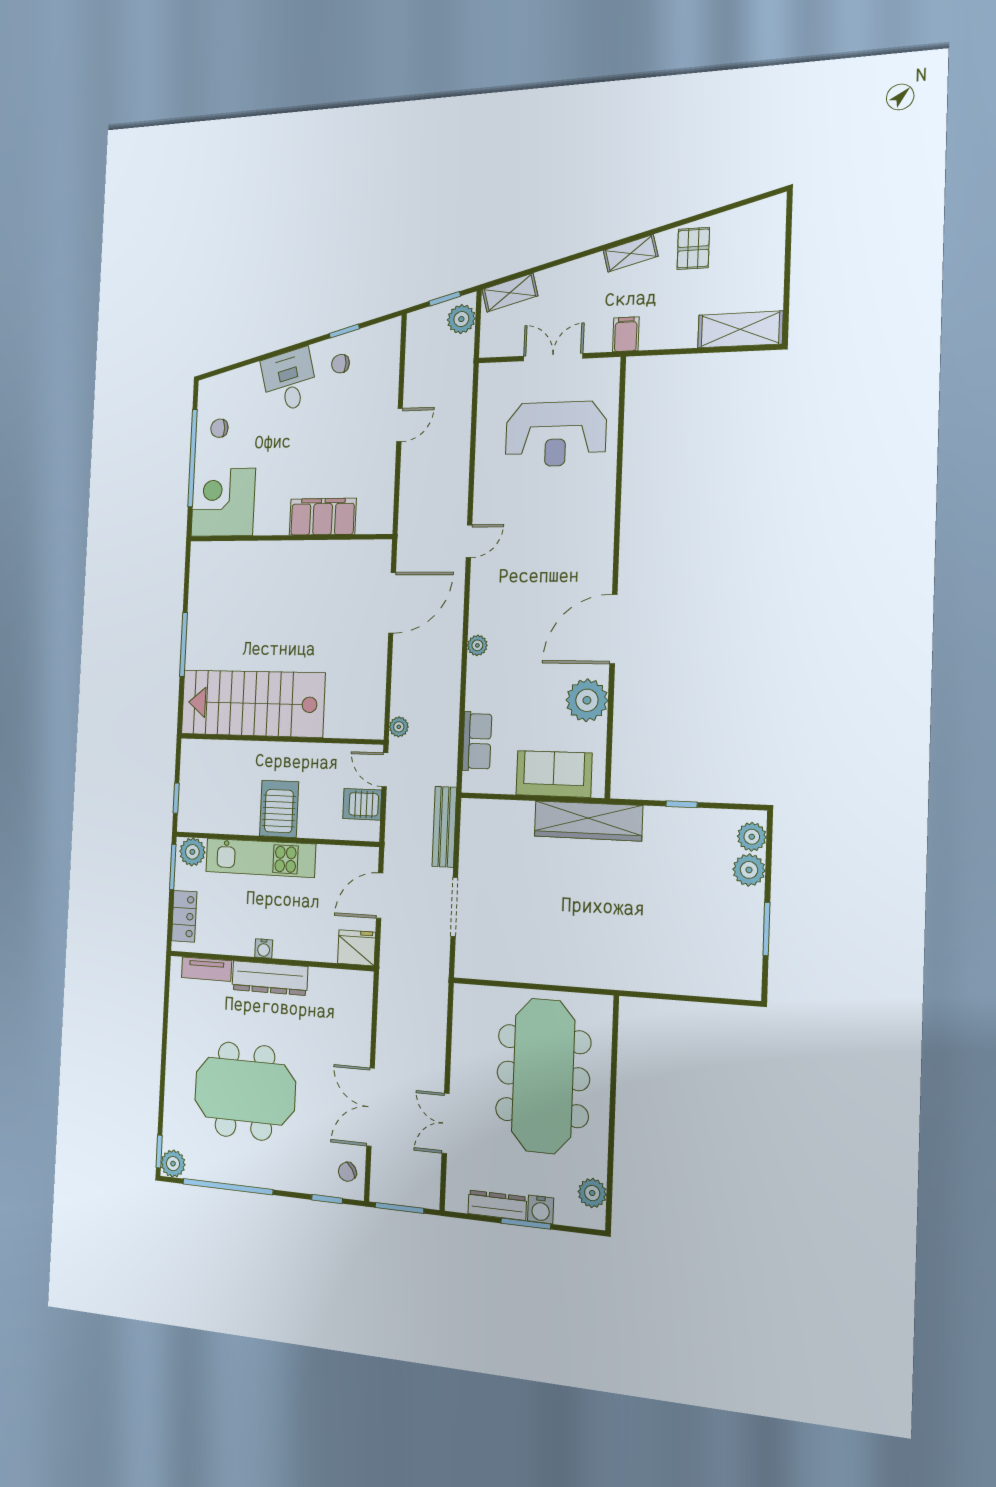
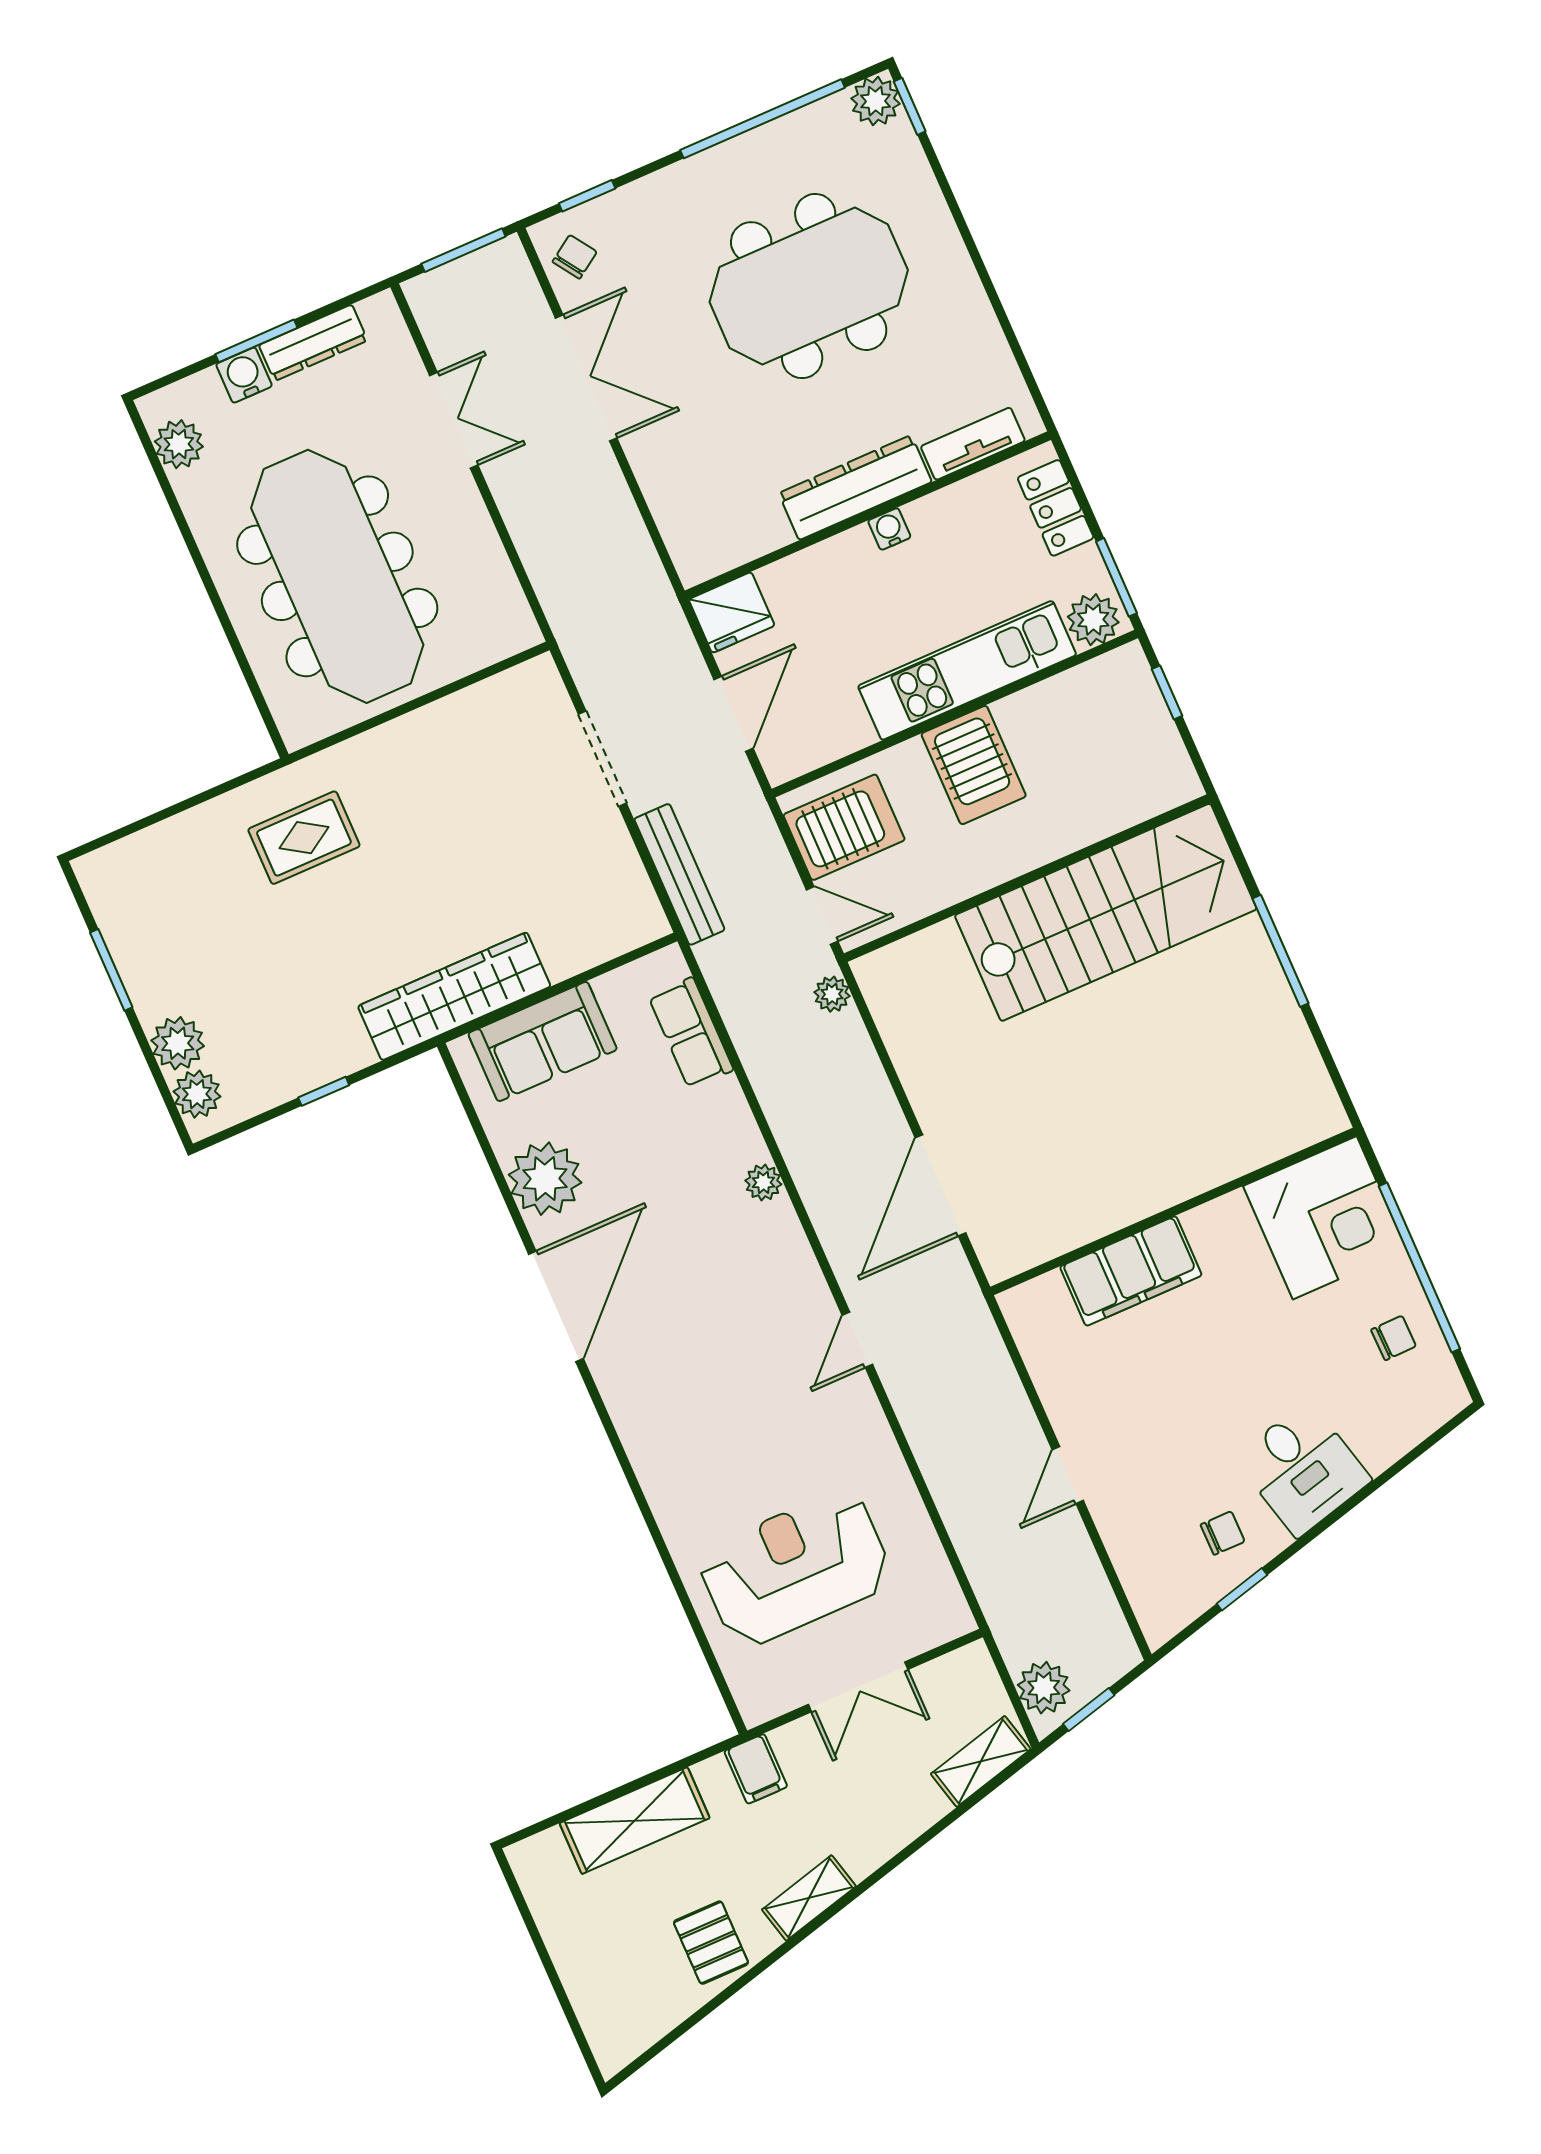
shelving: (740, 329) -> (635, 1821), moved
server rack: (362, 804) -> (844, 827), width x1.36, depth x1.44
rug: (627, 947) -> (304, 838), added

